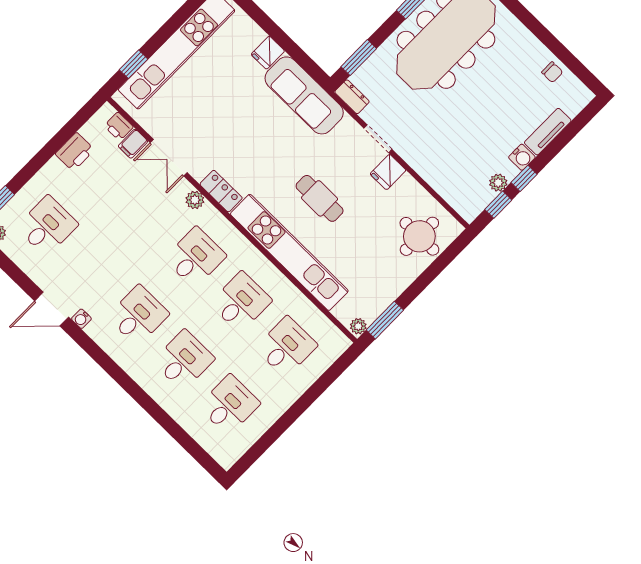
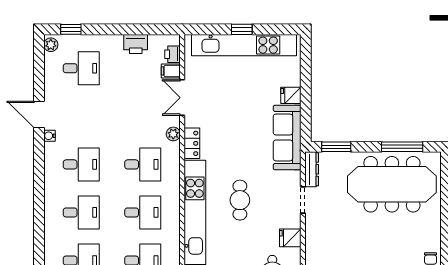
window: (134, 64) -> (242, 29), moved
dresser: (352, 97) -> (312, 169), width x1.44
fridge: (388, 172) -> (290, 238), moved

